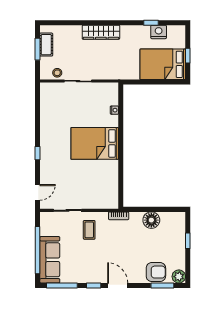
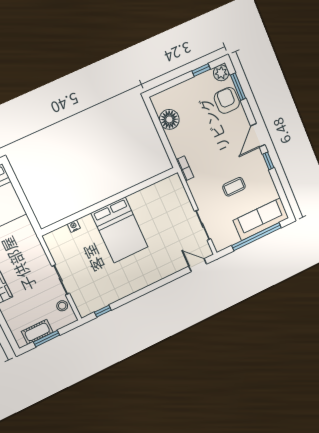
window: (37, 153) -> (103, 311), moved
floor lamp: (151, 220) -> (169, 119), moved
coffee table: (89, 230) -> (234, 187), moved
window: (188, 241) -> (201, 70), moved
window: (62, 286) -> (282, 194), removed

